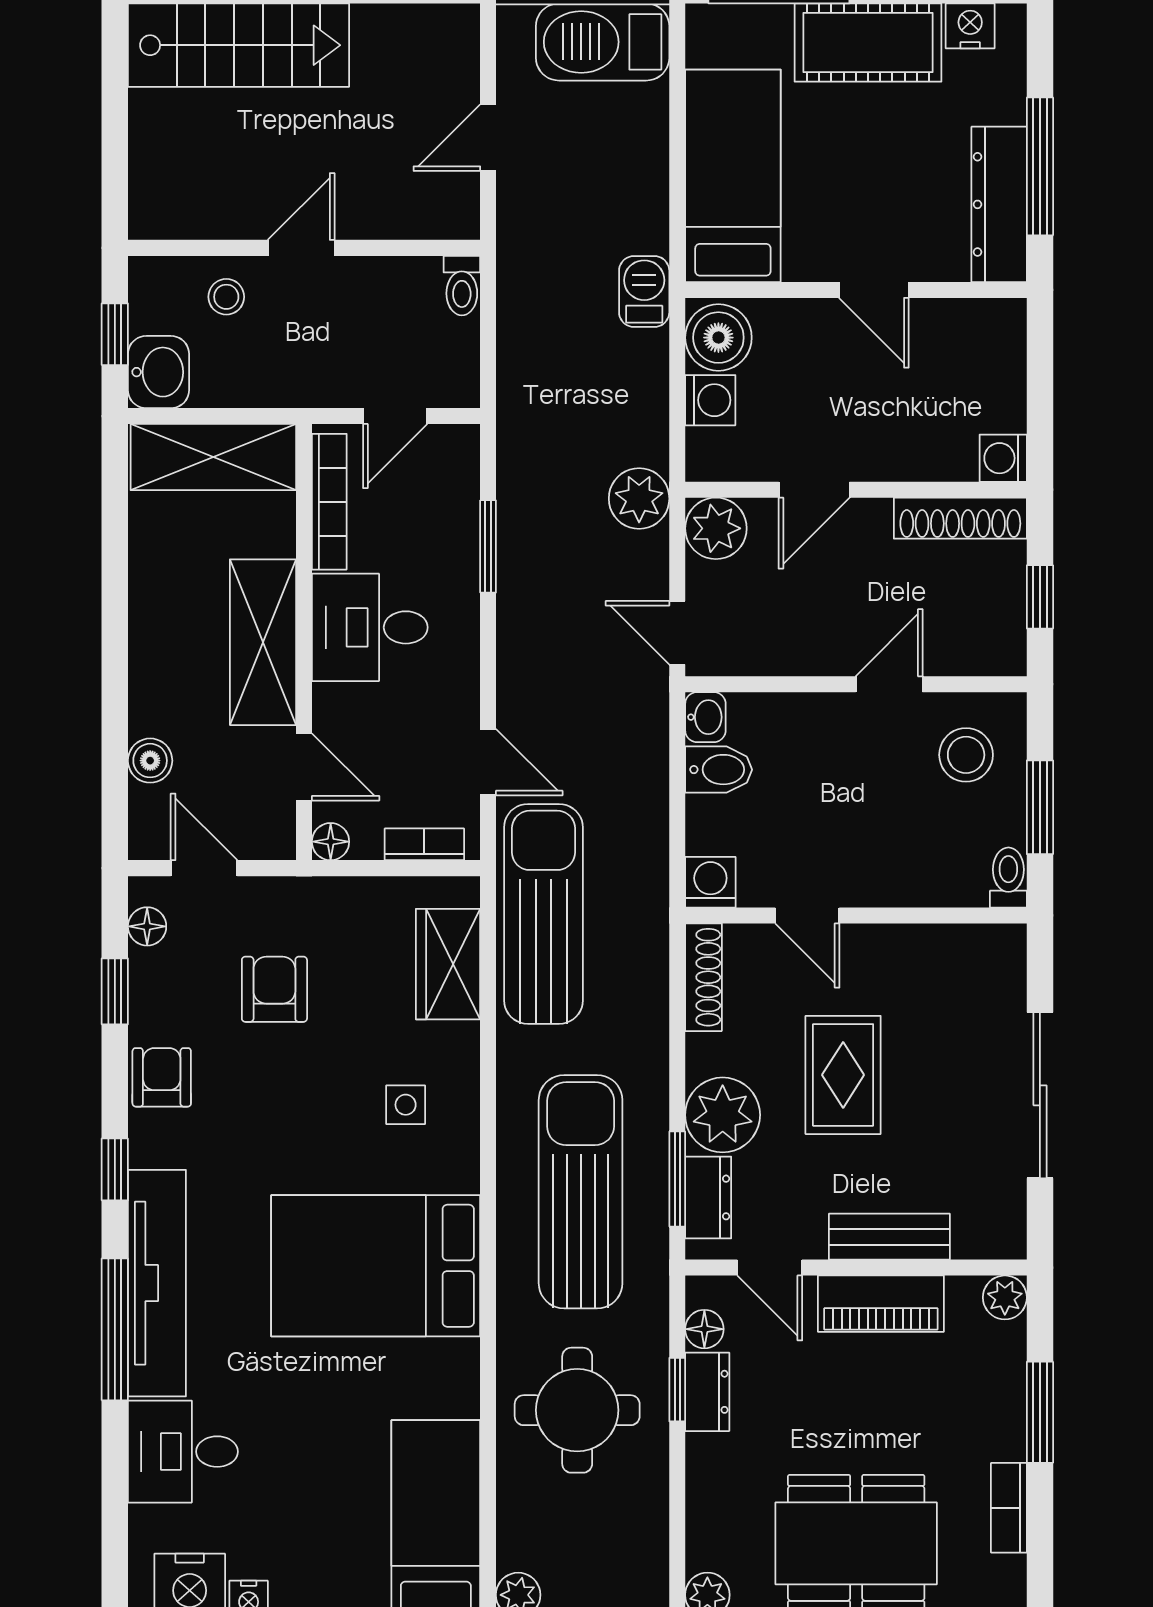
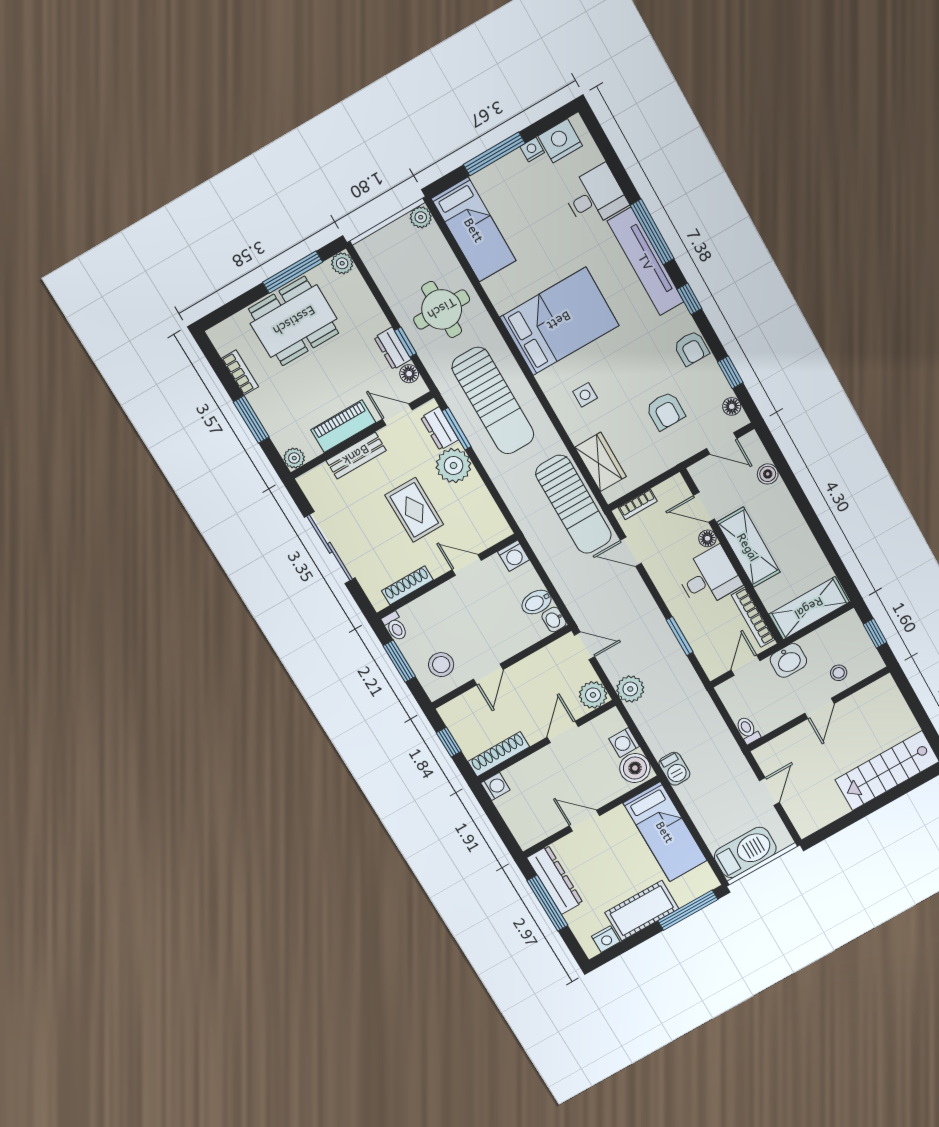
washbasin: (159, 372) -> (788, 660), moved, turned -90
floor lamp: (331, 842) -> (707, 538), moved
shoe rack: (703, 977) -> (407, 585), moved, turned 90

